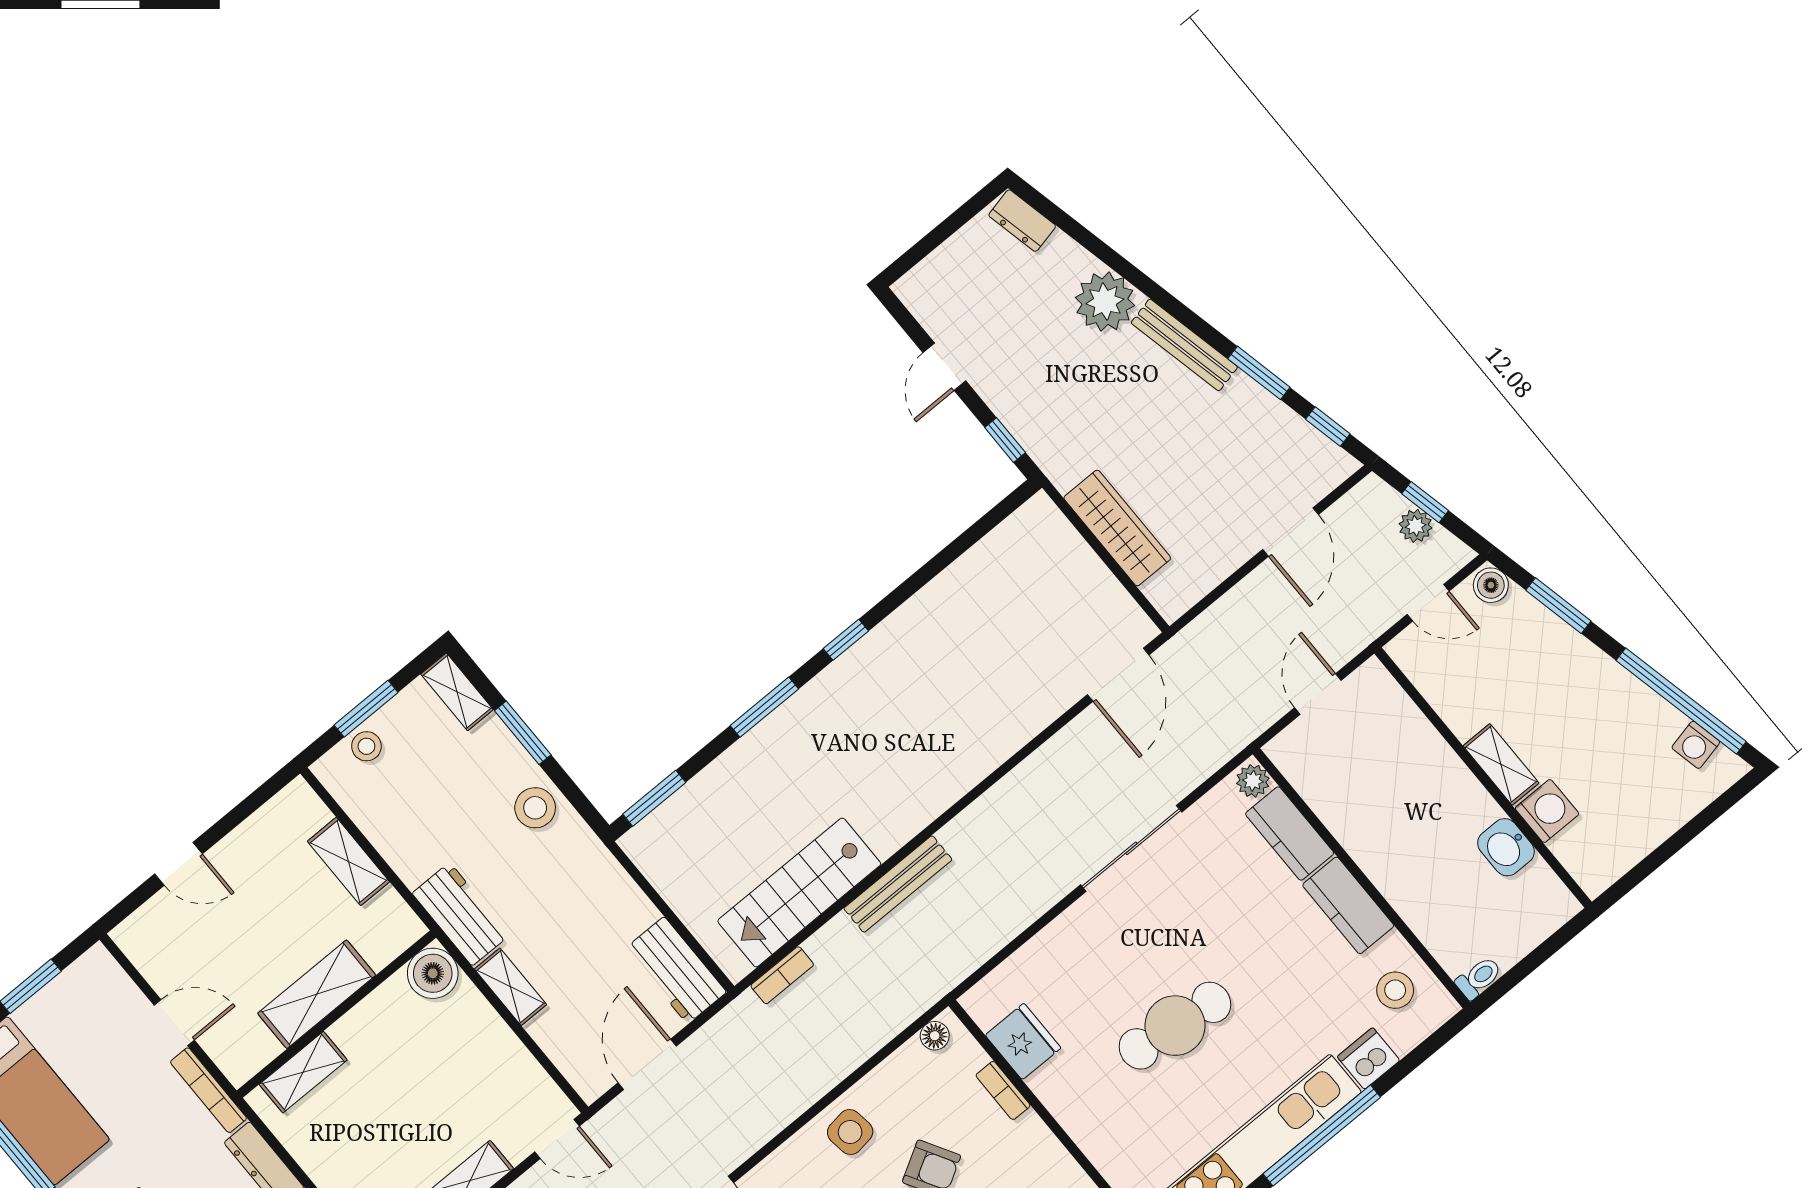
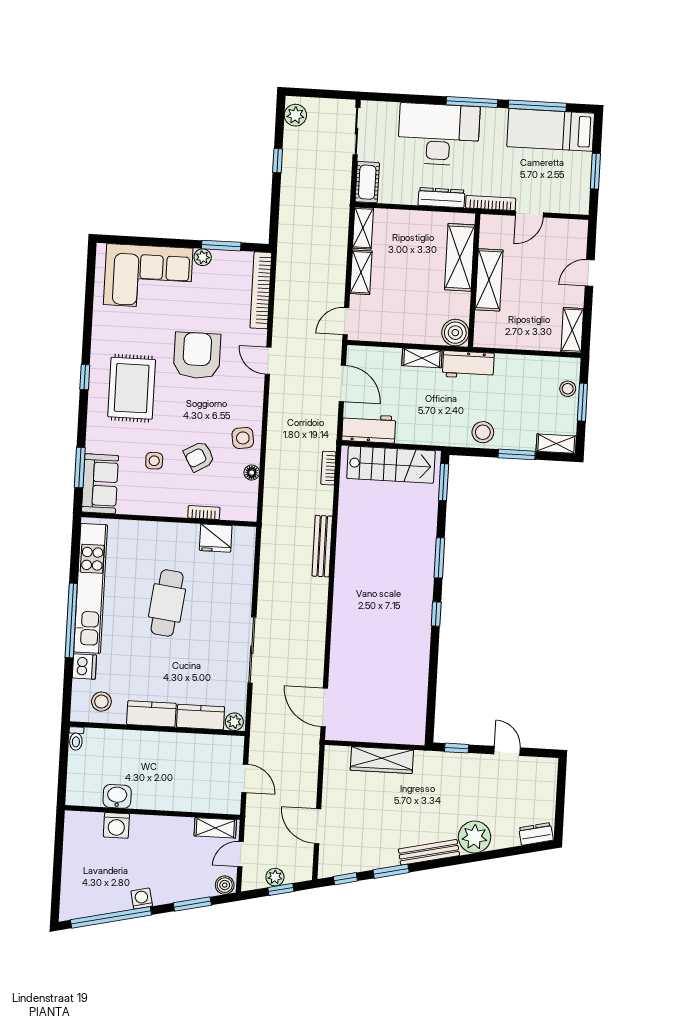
washing machine: (1696, 745) -> (142, 899), moved
shelving: (1501, 764) -> (215, 828), moved
shelving: (348, 862) -> (572, 330), moved, turned 90
stairs: (799, 892) -> (391, 465), moved, turned 90
floor lamp: (935, 1036) -> (252, 473), moved
shelving: (303, 1072) -> (460, 257), width x1.50, depth x1.33

